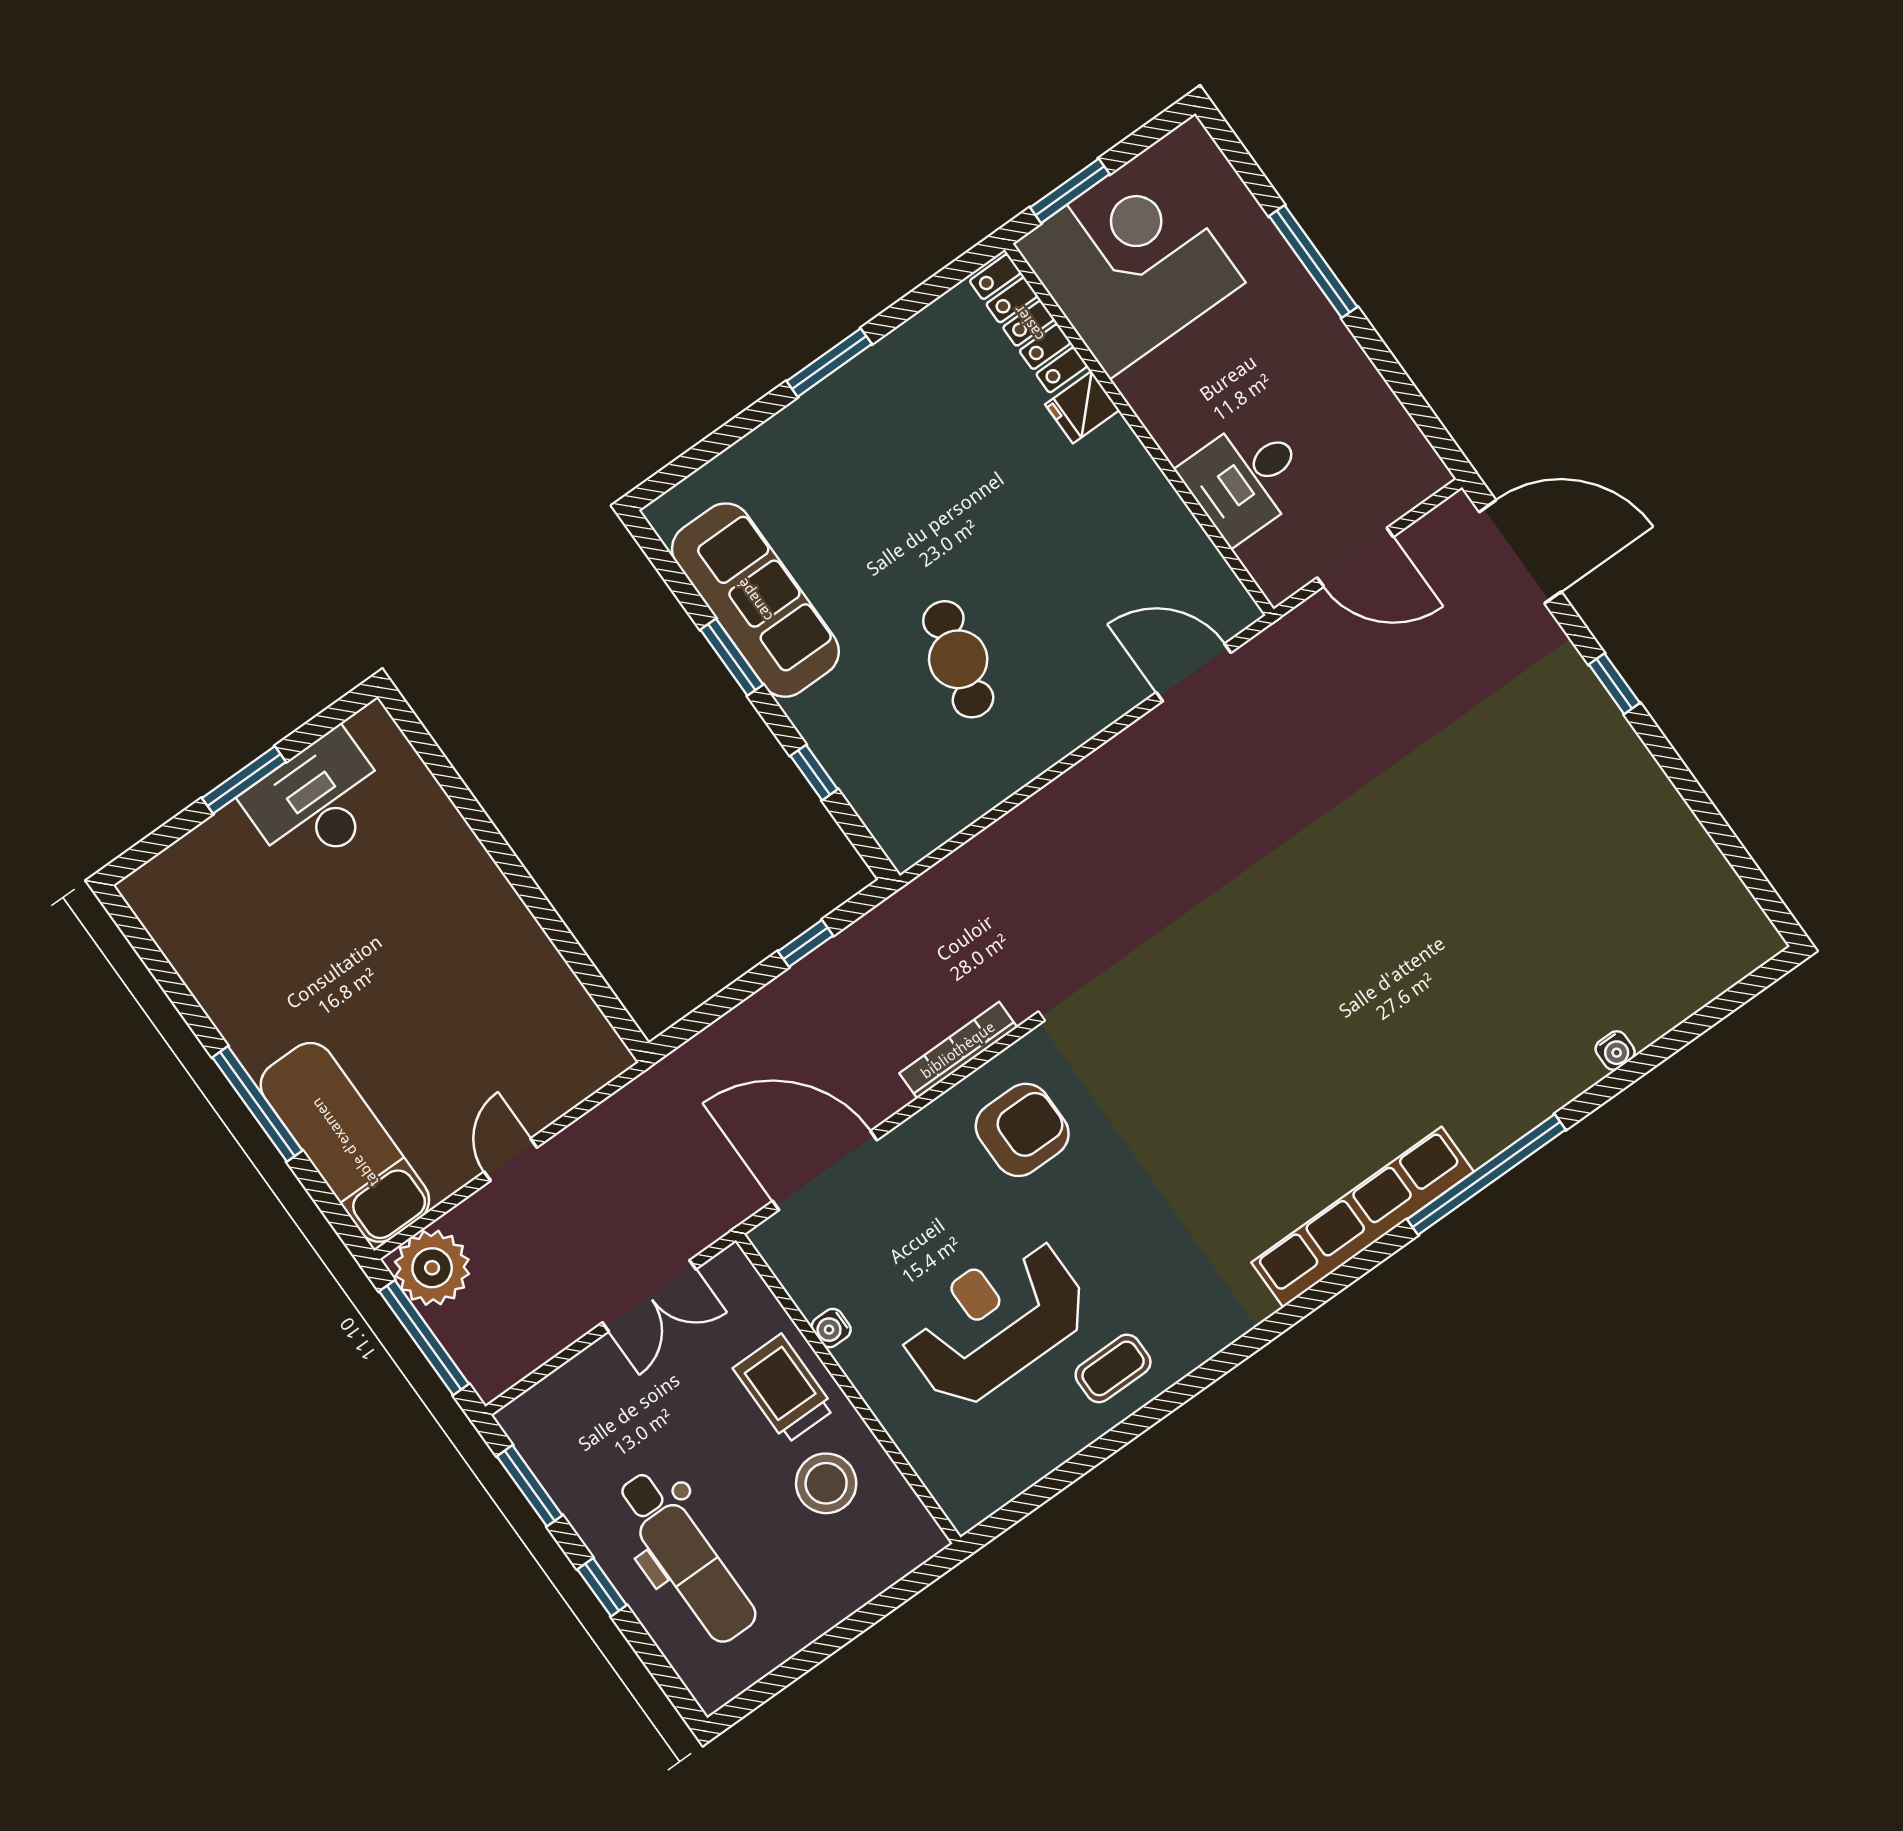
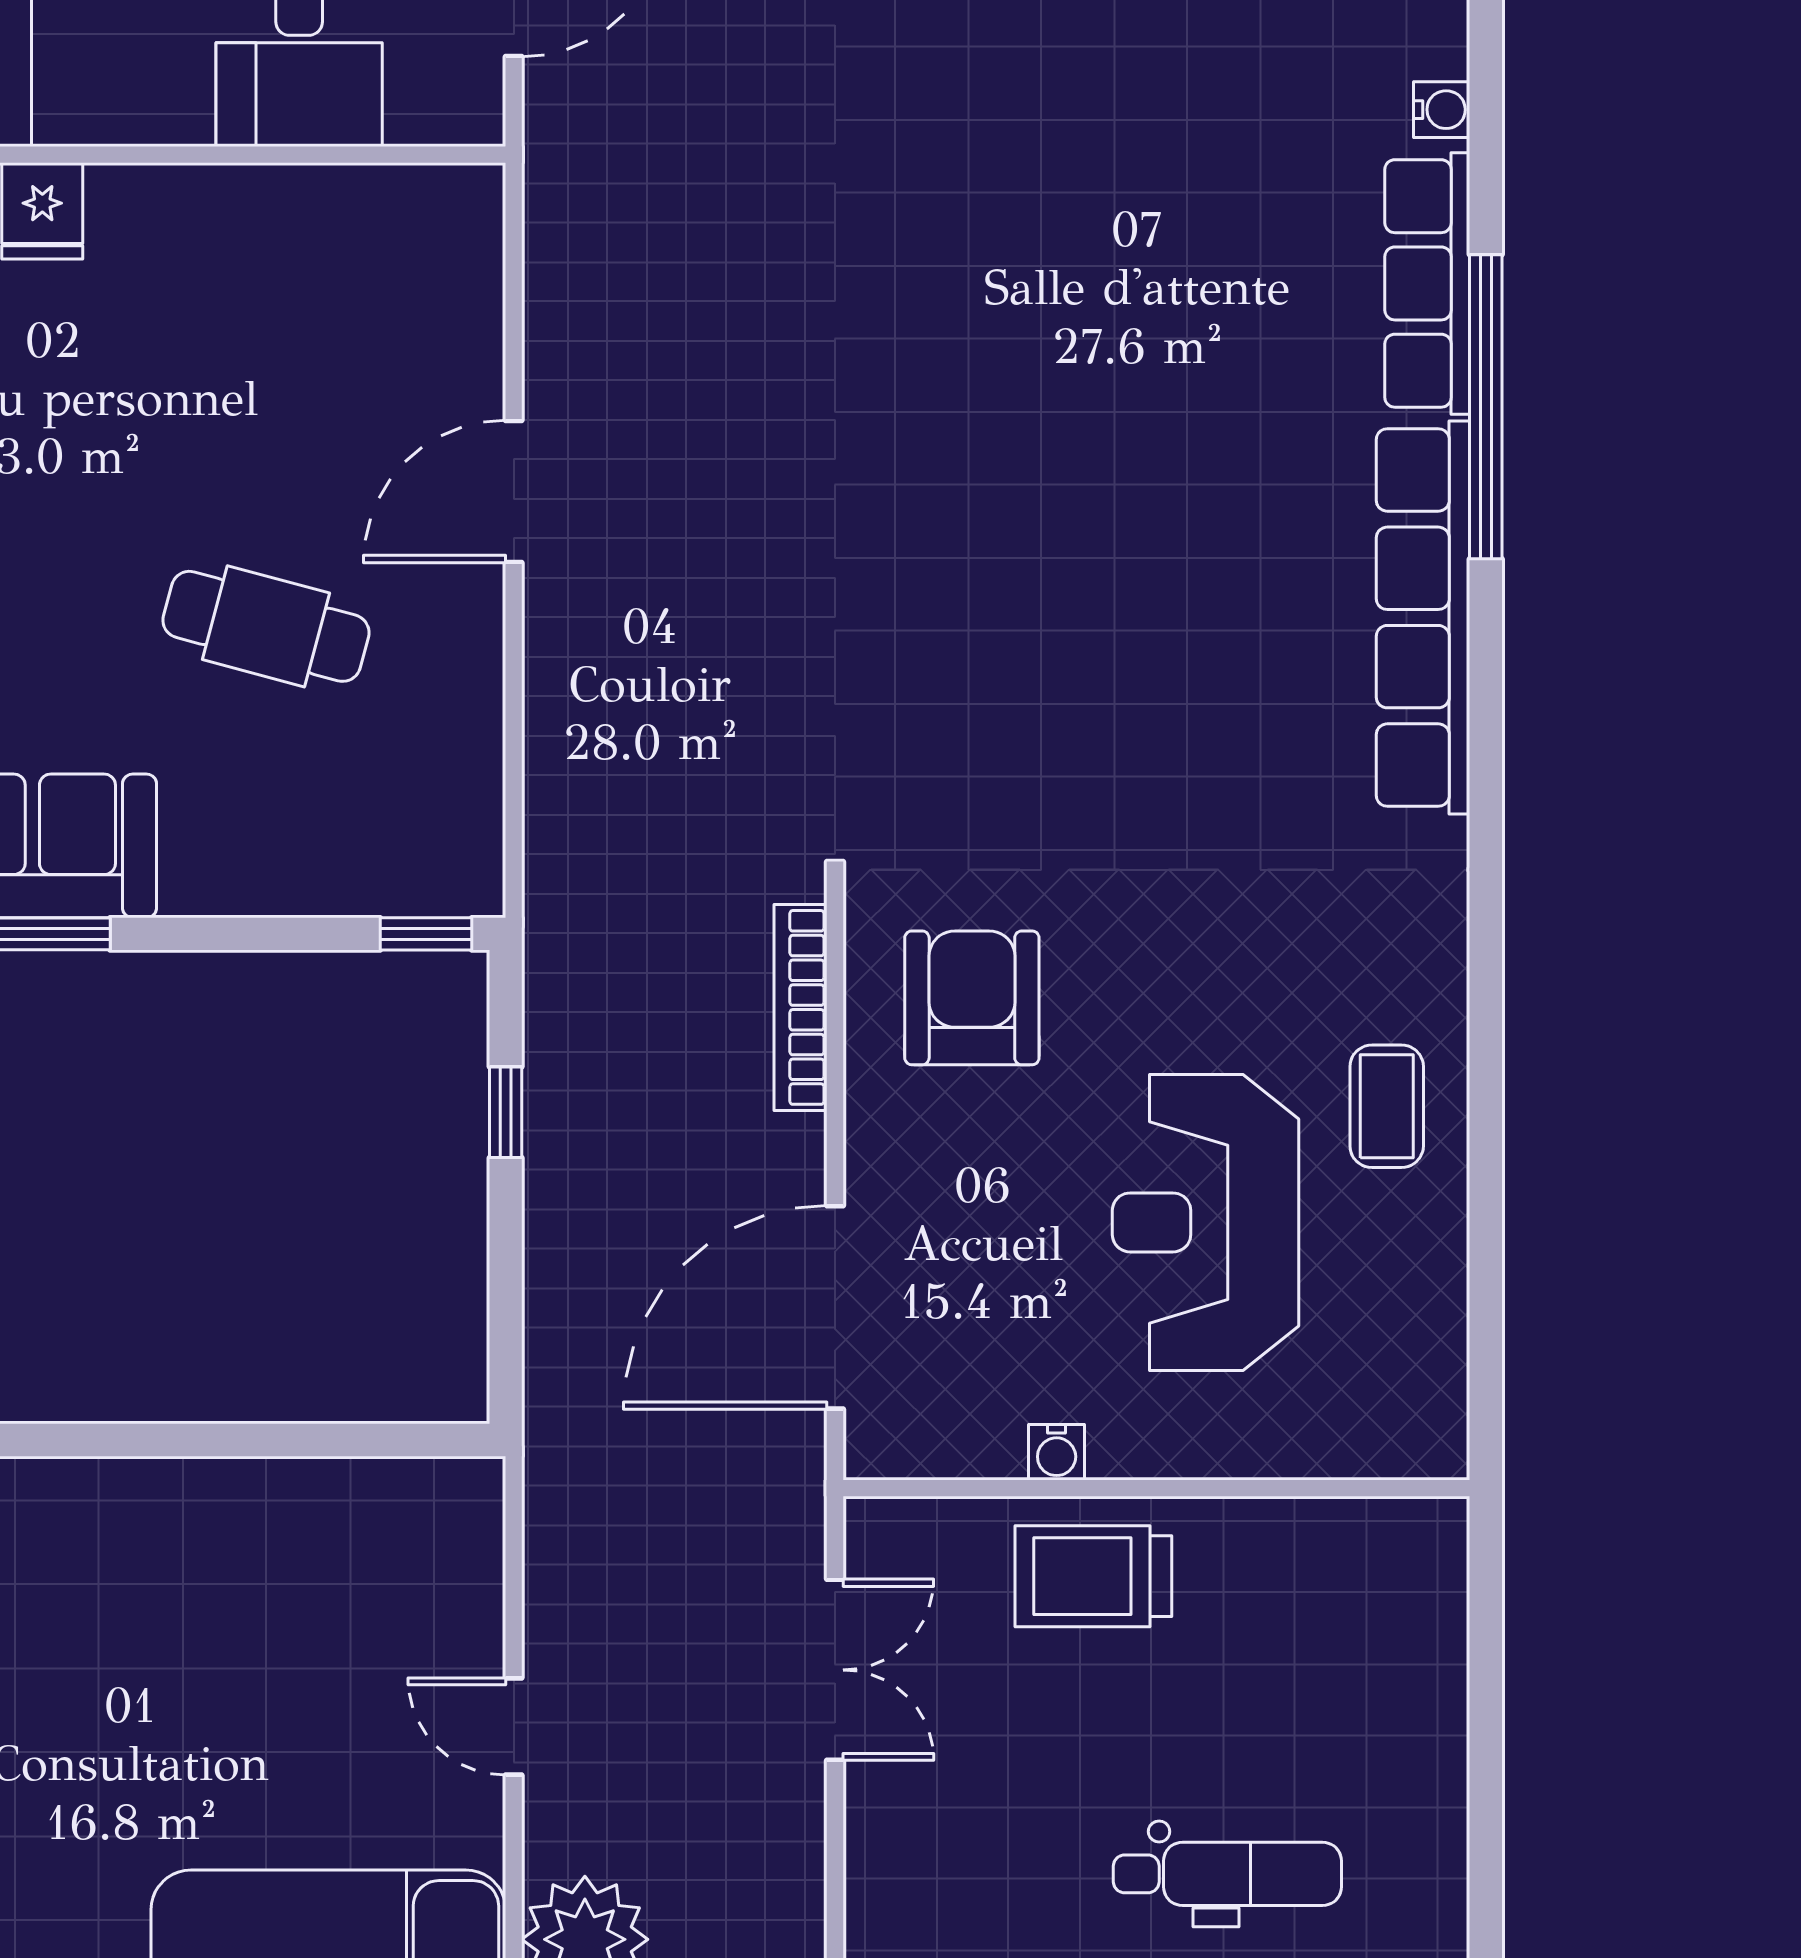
door: (1194, 672) -> (514, 491), moved
window: (814, 773) -> (426, 934), moved
row of seats: (1526, 1104) -> (1427, 283), added
stool: (826, 1483) -> (1264, 1611), removed
dental chair: (686, 1557) -> (1227, 1874), width x0.73, depth x0.72

